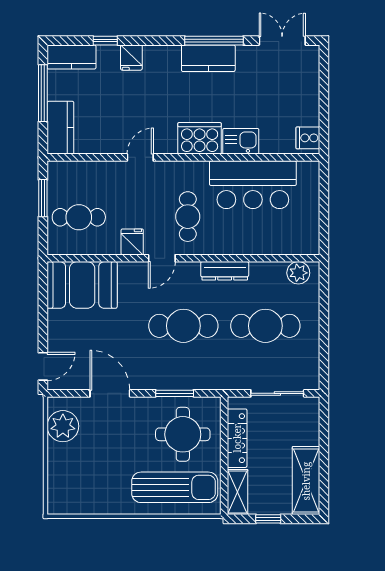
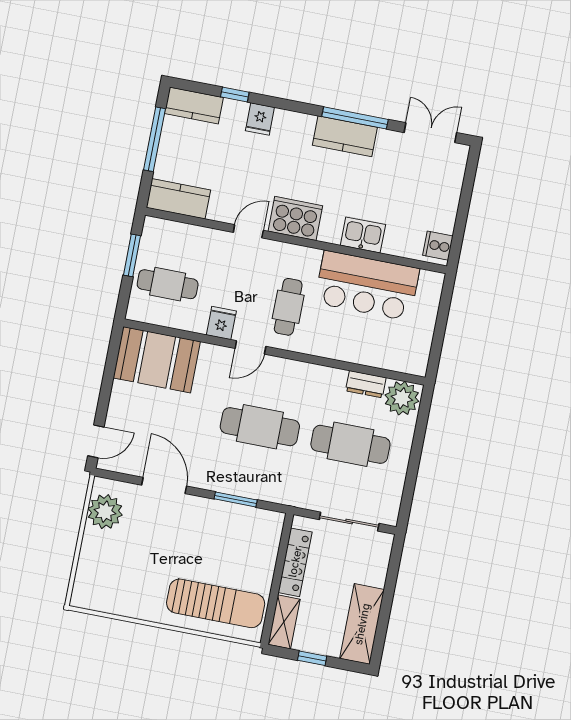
kitchen counter: (60, 128) -> (178, 199), moved, turned -90
cooker: (200, 138) -> (295, 218), moved
dresser: (225, 271) -> (366, 384), moved, width x0.70
plant: (298, 273) -> (402, 398), width x1.36, depth x1.36
round table: (183, 434) -> (236, 546), removed

